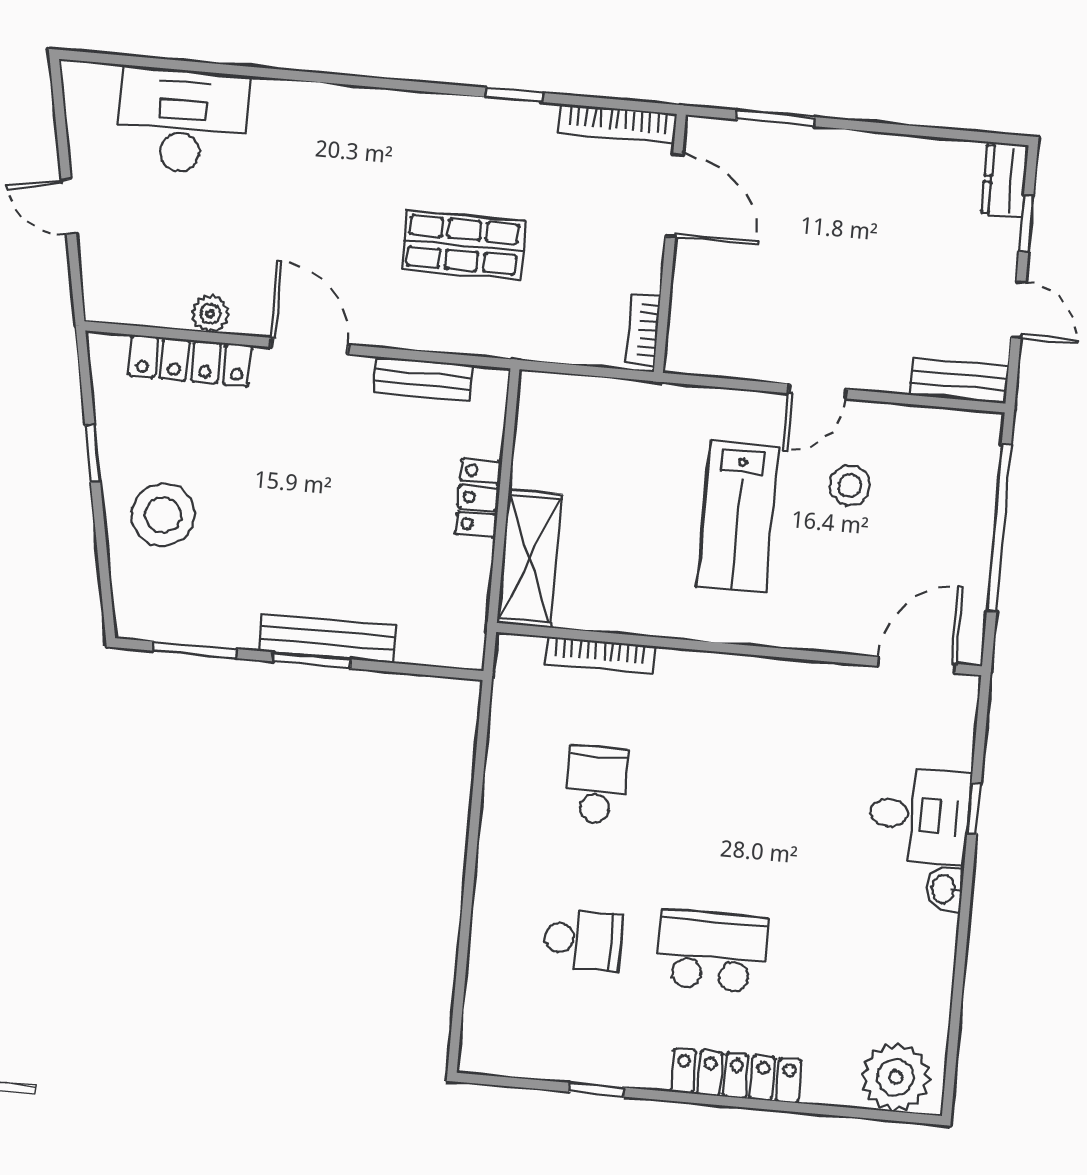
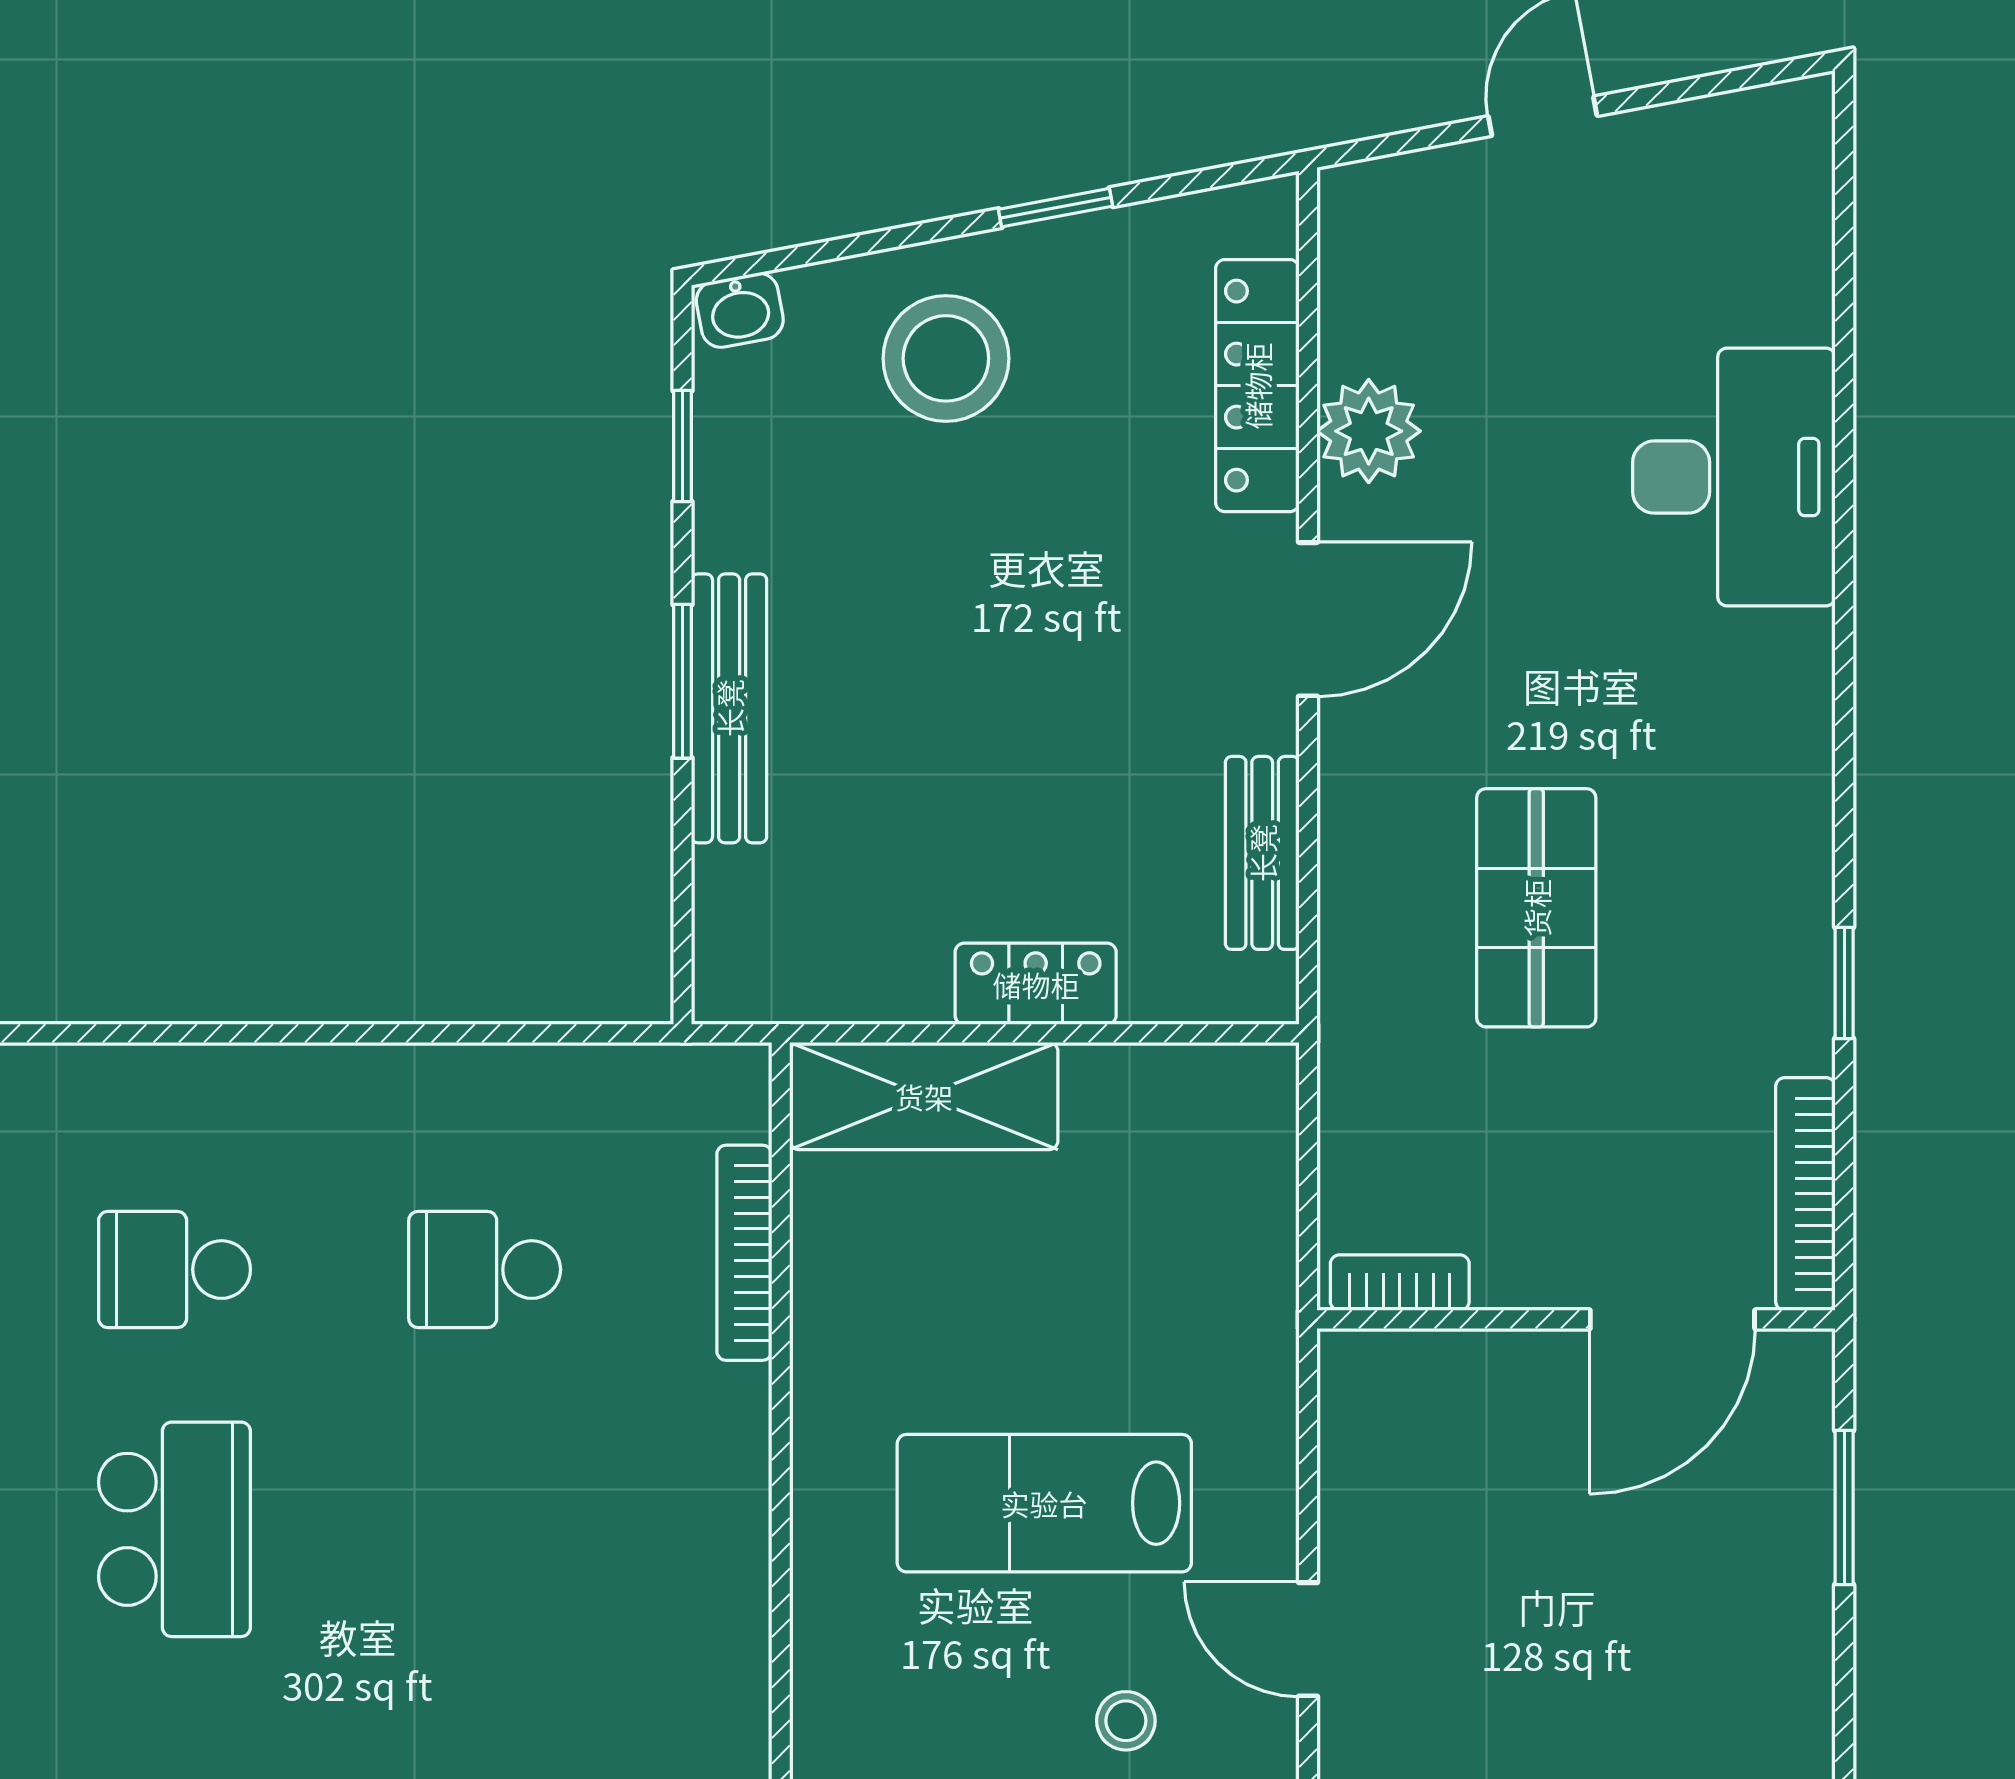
desk: (182, 121) -> (1734, 477), moved
plant: (210, 314) -> (1369, 431), width x1.38, depth x1.38
stool: (850, 486) -> (1126, 1721), width x0.73, depth x0.73
washbasin: (130, 615) -> (740, 310), added
window: (195, 650) -> (682, 446), width x0.67
school desk: (596, 785) -> (485, 1270), turned 180
school desk: (583, 940) -> (174, 1270), turned 90

